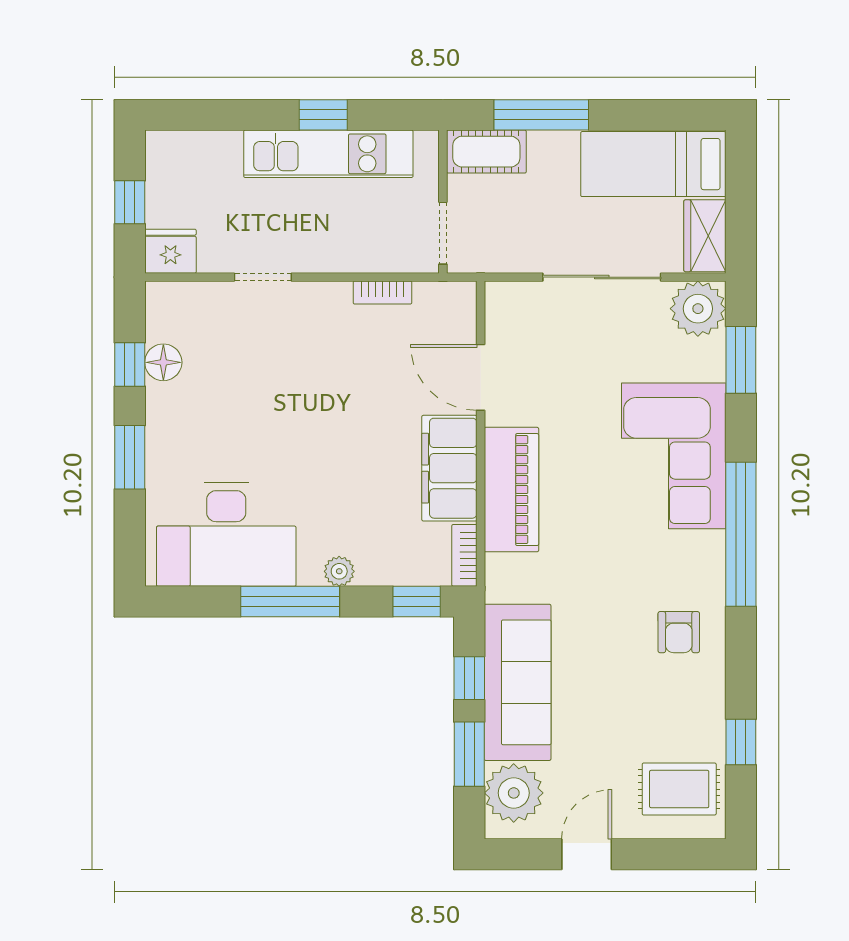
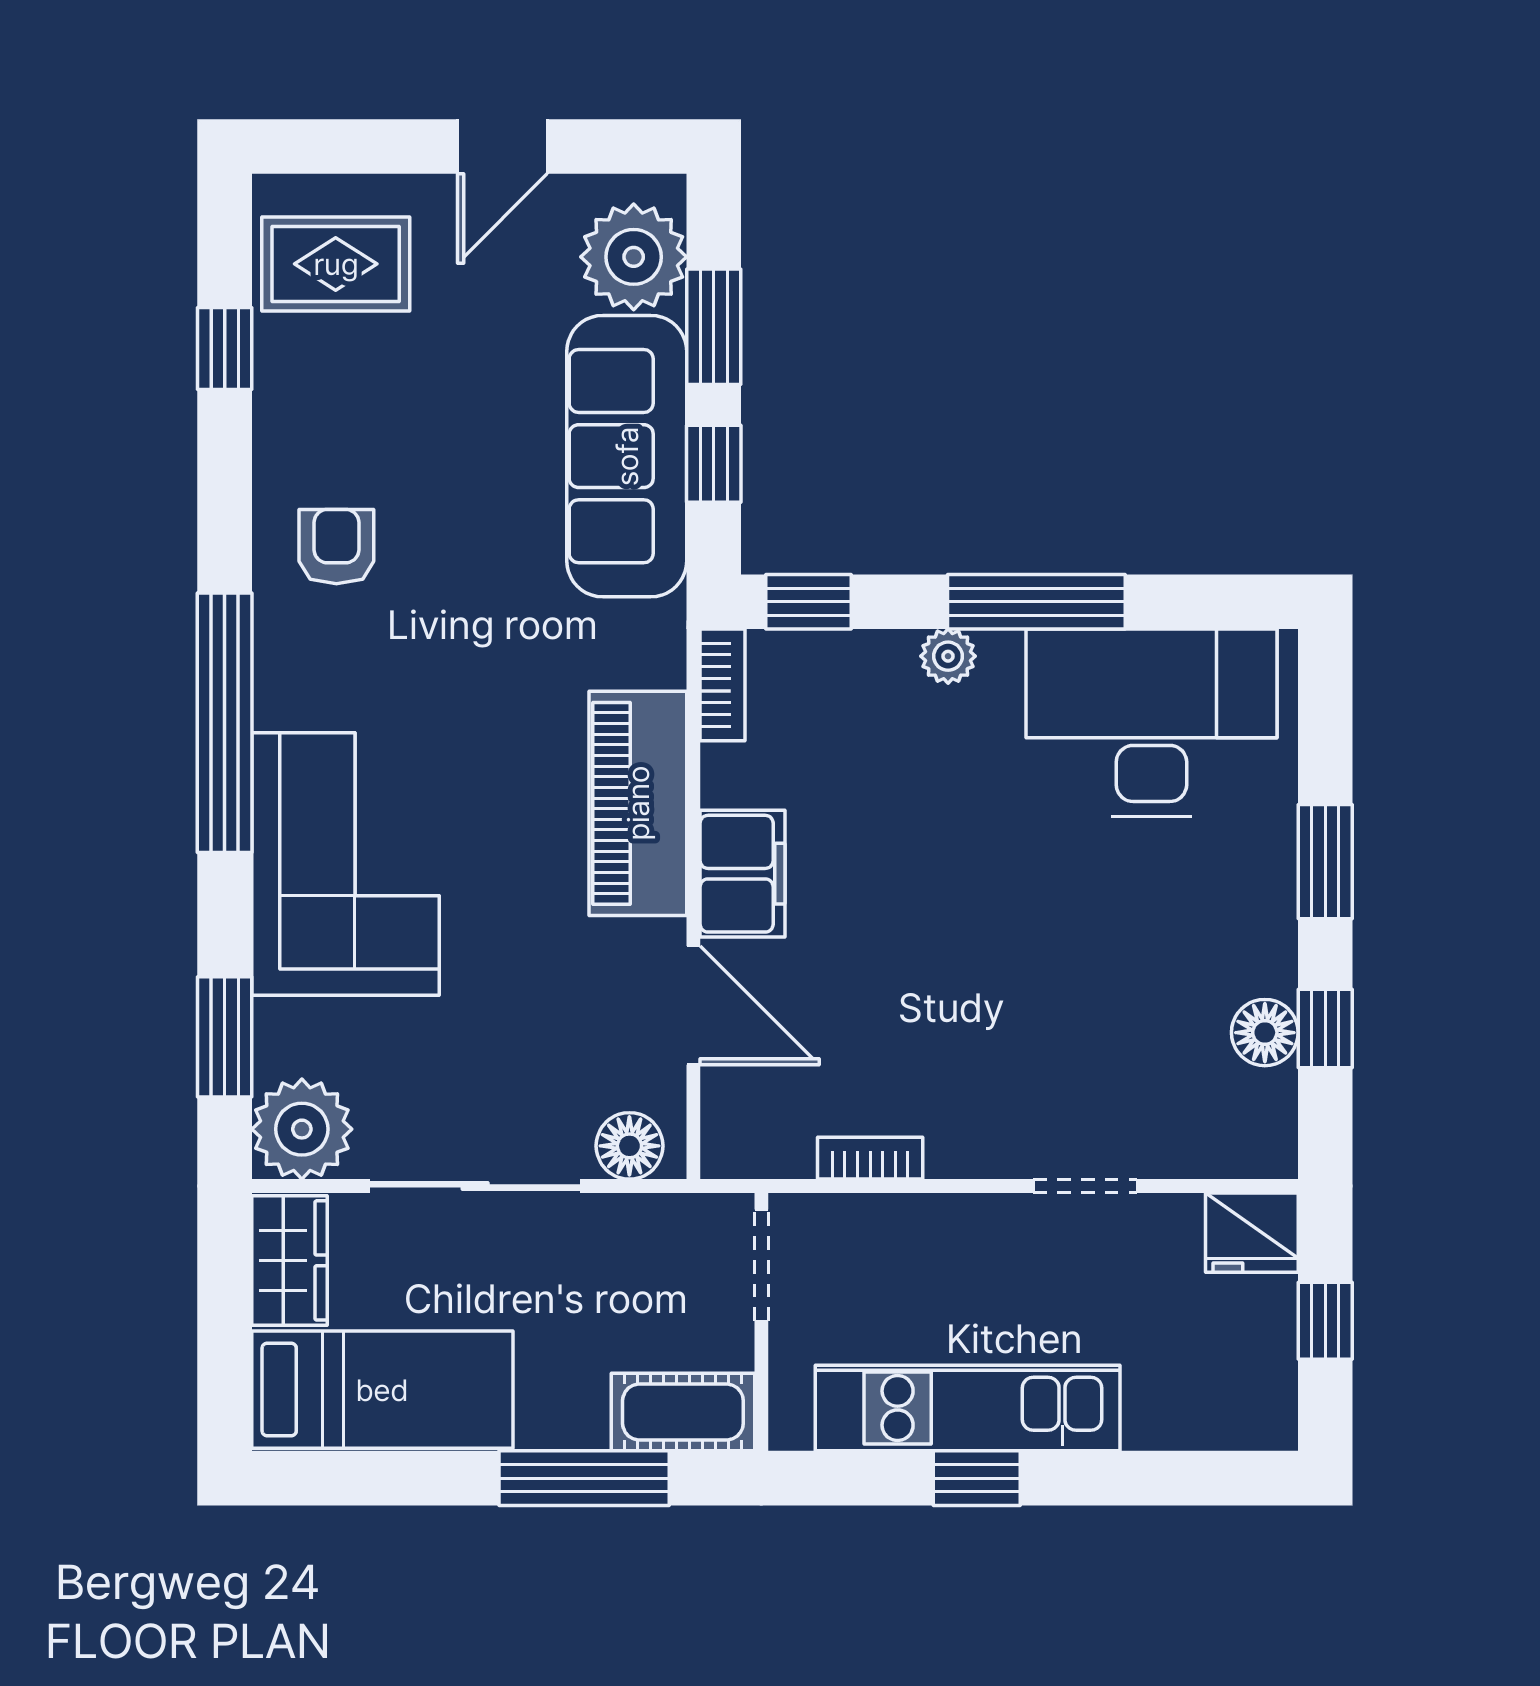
floor lamp: (516, 299) -> (629, 1146), added
filing cabinet: (449, 468) -> (743, 874), width x0.67, depth x0.86

